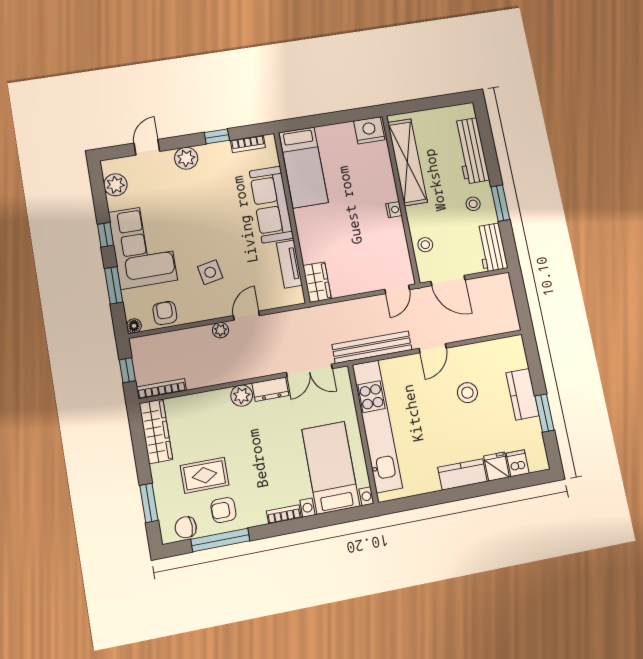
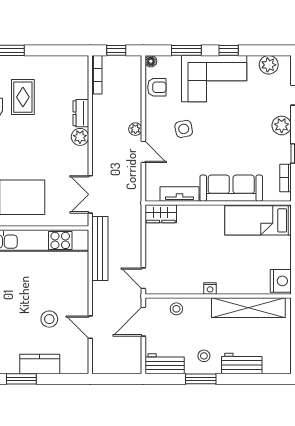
workbench: (471, 151) -> (242, 364), width x0.73
door: (433, 348) -> (90, 327), moved
dresser: (270, 389) -> (81, 113), moved
wardrobe: (156, 431) -> (64, 65), removed

